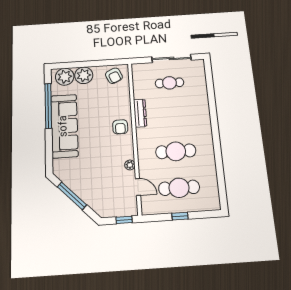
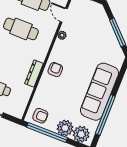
window: (100, 63) -> (47, 133), added
armchair: (114, 76) -> (40, 116), turned 114

